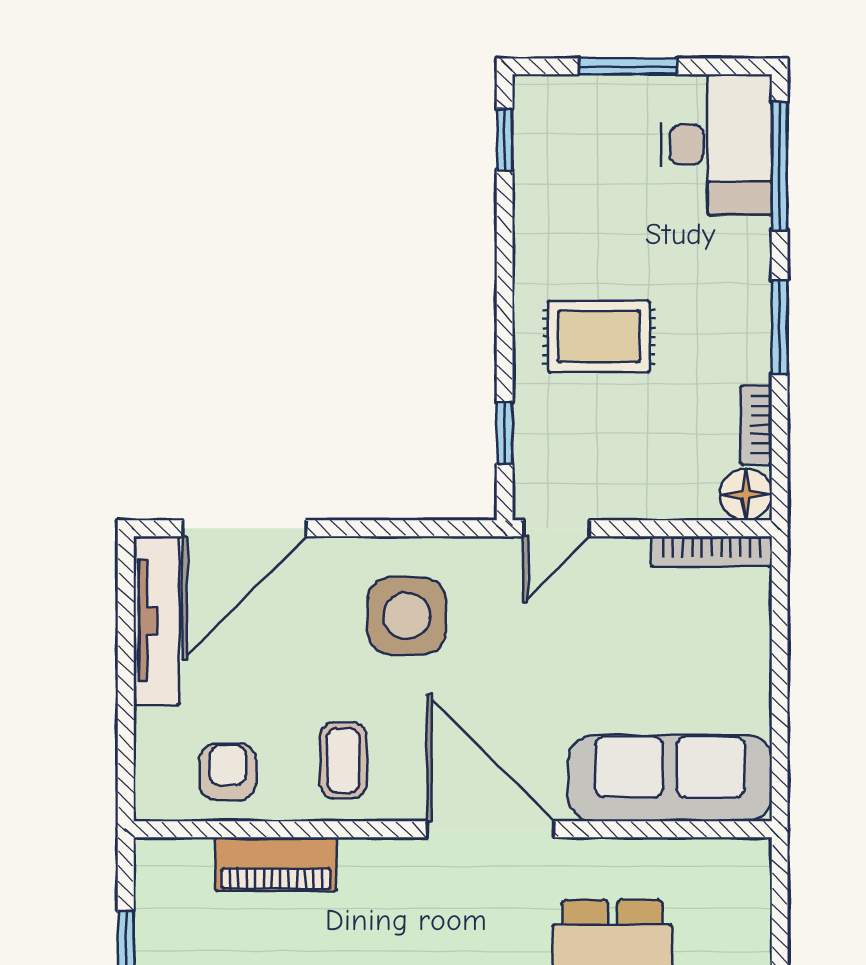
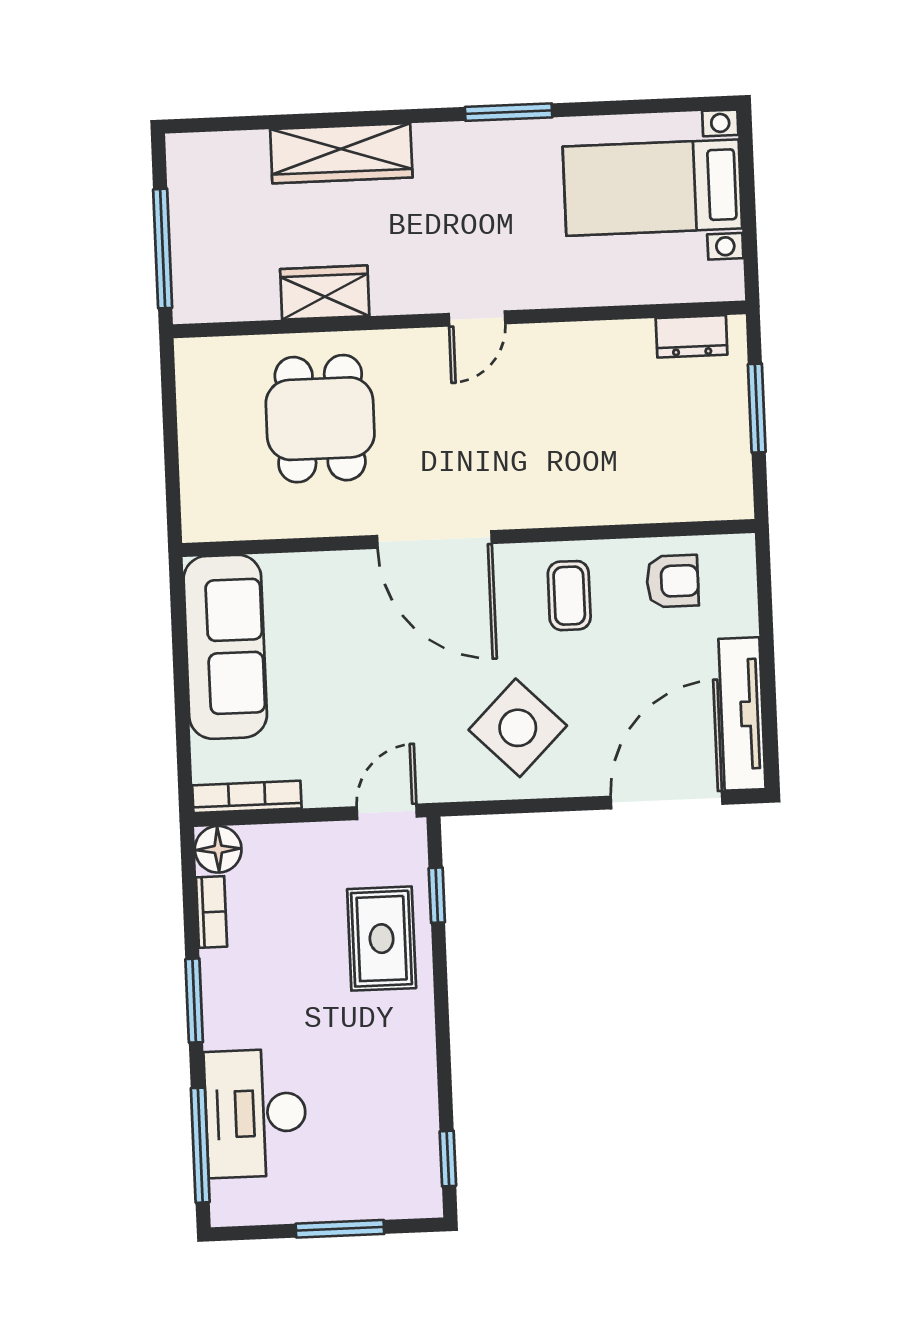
desk: (717, 145) -> (256, 1113), moved
rug: (599, 336) -> (382, 939), moved, turned 90
side table: (407, 616) -> (518, 728), turned 45
armchair: (228, 772) -> (673, 581), turned -90
sofa: (670, 778) -> (225, 647), moved, turned -90
piano: (276, 864) -> (626, 500), removed

